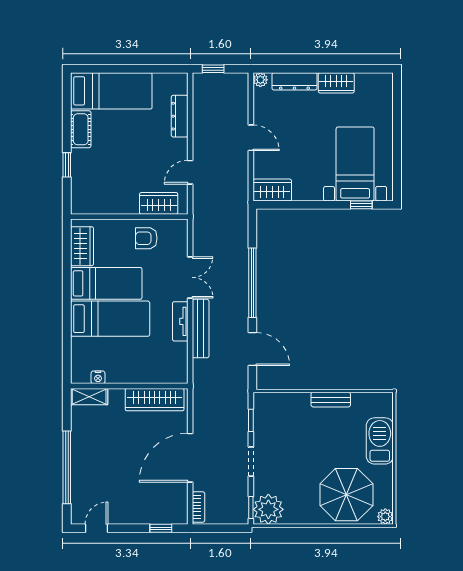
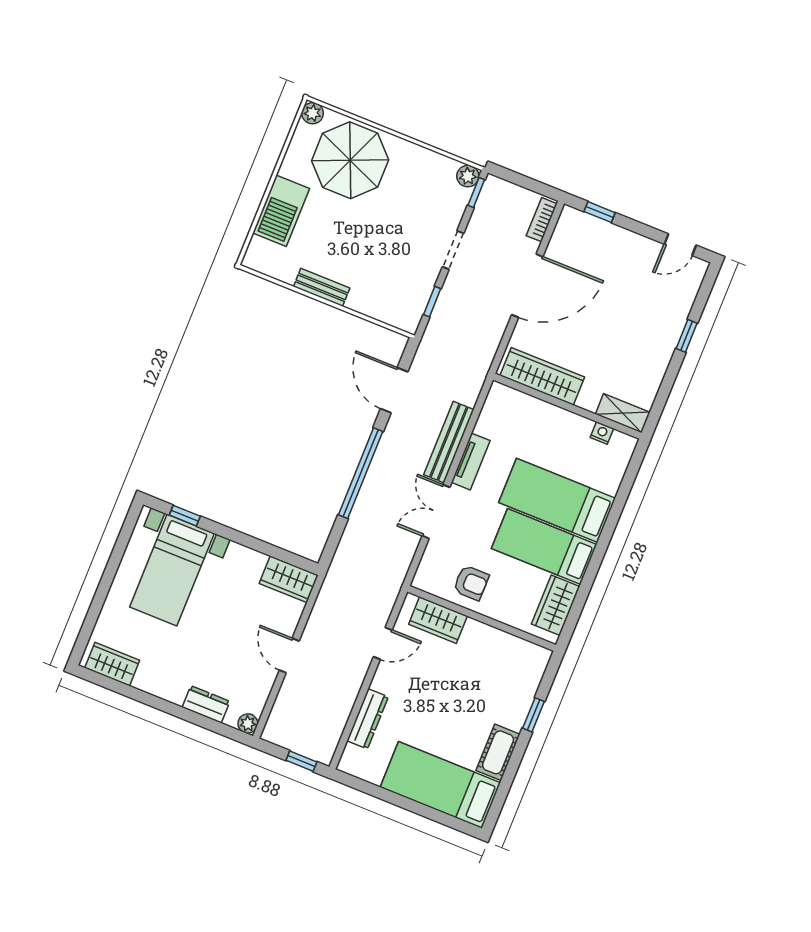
dresser: (294, 81) -> (206, 704), width x0.70
wardrobe: (336, 83) -> (112, 664), moved
window: (67, 467) -> (687, 336), width x0.32
plant: (268, 509) -> (468, 176), width x0.53, depth x0.53

